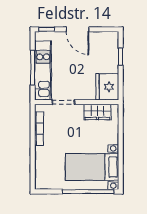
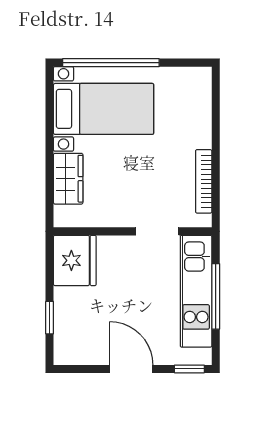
wardrobe: (97, 112) -> (68, 179), moved, turned 90

